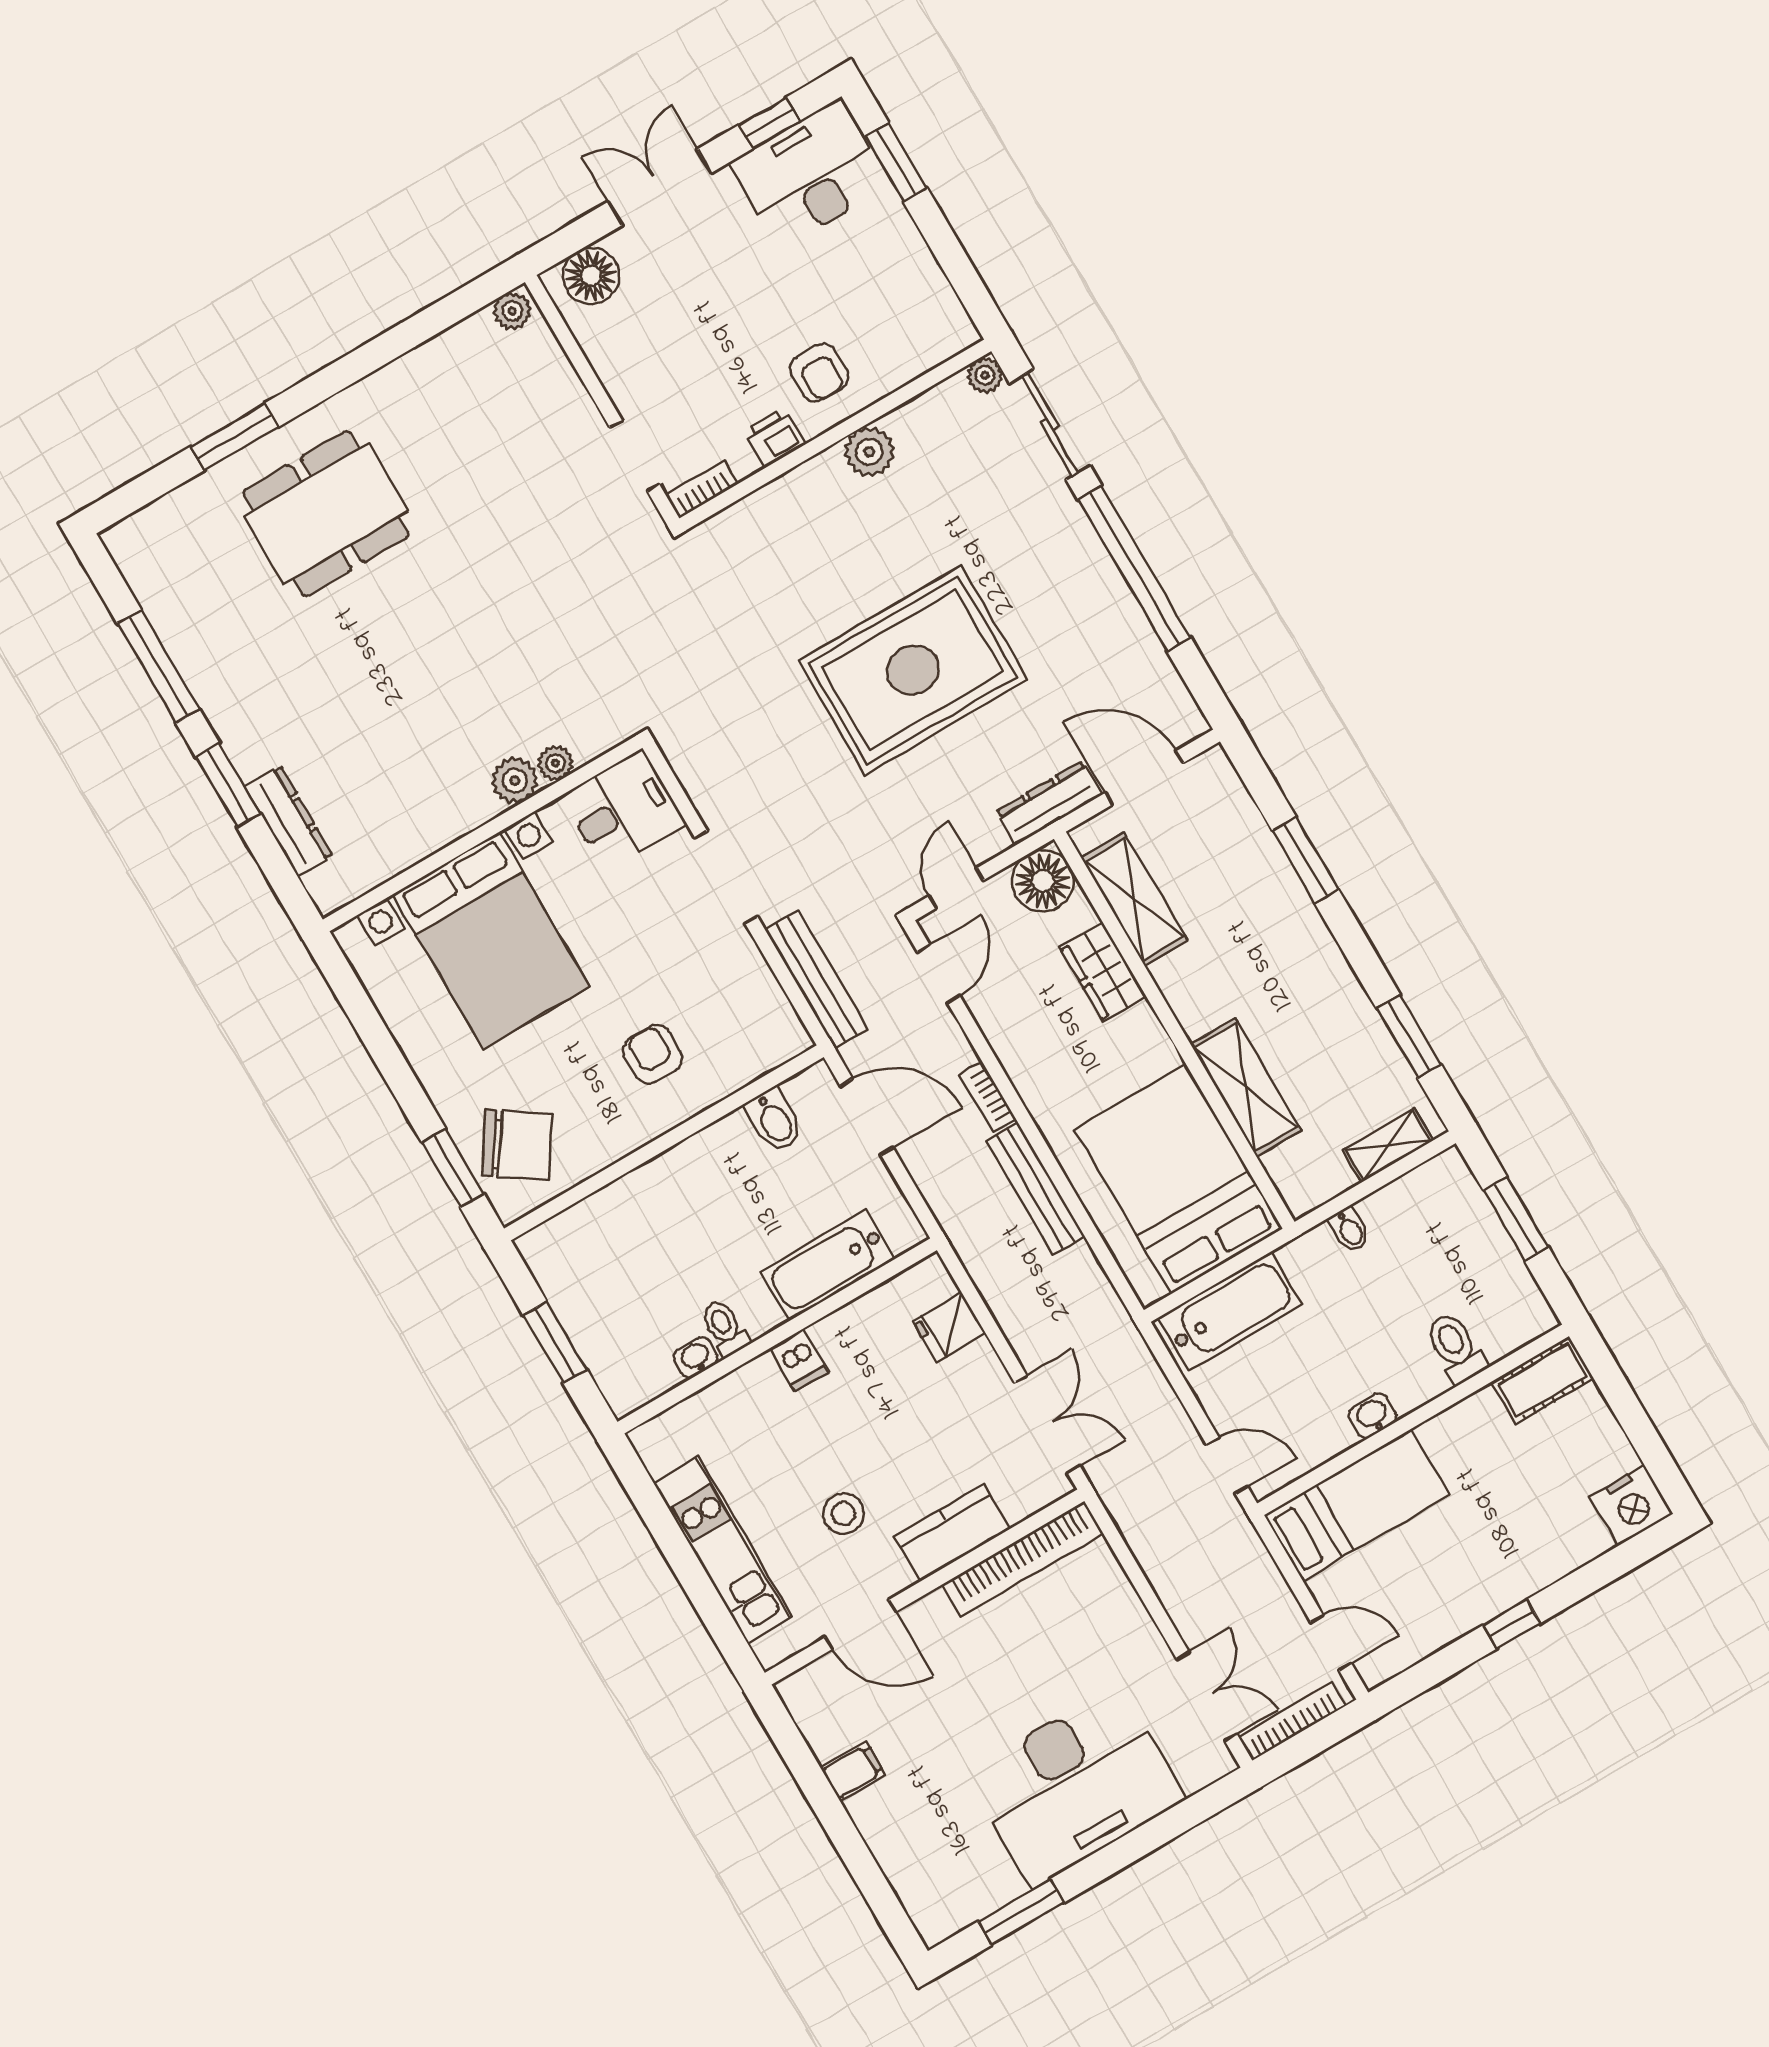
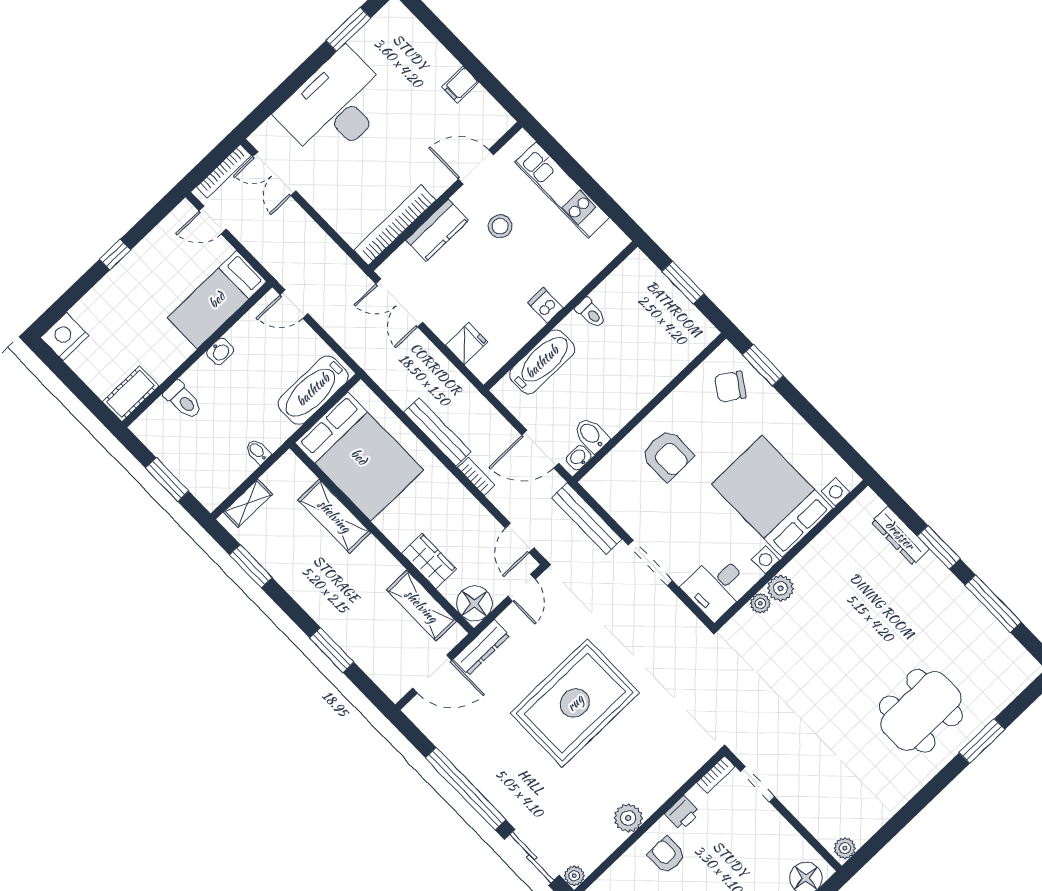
armchair: (653, 1054) -> (667, 455), width x1.38, depth x1.38
chair: (517, 1145) -> (730, 387), width x0.73, depth x0.73
washbasin: (696, 1357) -> (579, 458), moved, turned 180

